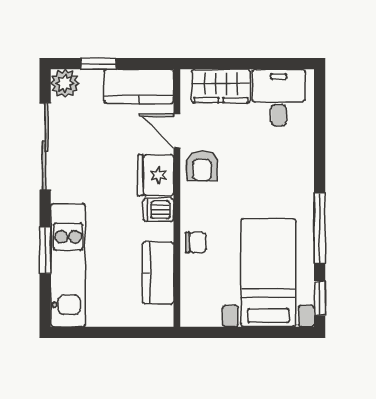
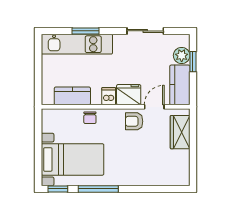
plant: (65, 83) -> (182, 55), moved
desk: (279, 97) -> (173, 165), removed
sliding door: (45, 146) -> (145, 31), width x0.73

